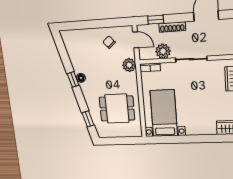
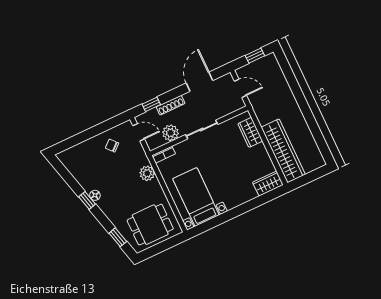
plant: (129, 65) -> (147, 173), moved
dining table: (117, 109) -> (150, 225), moved

